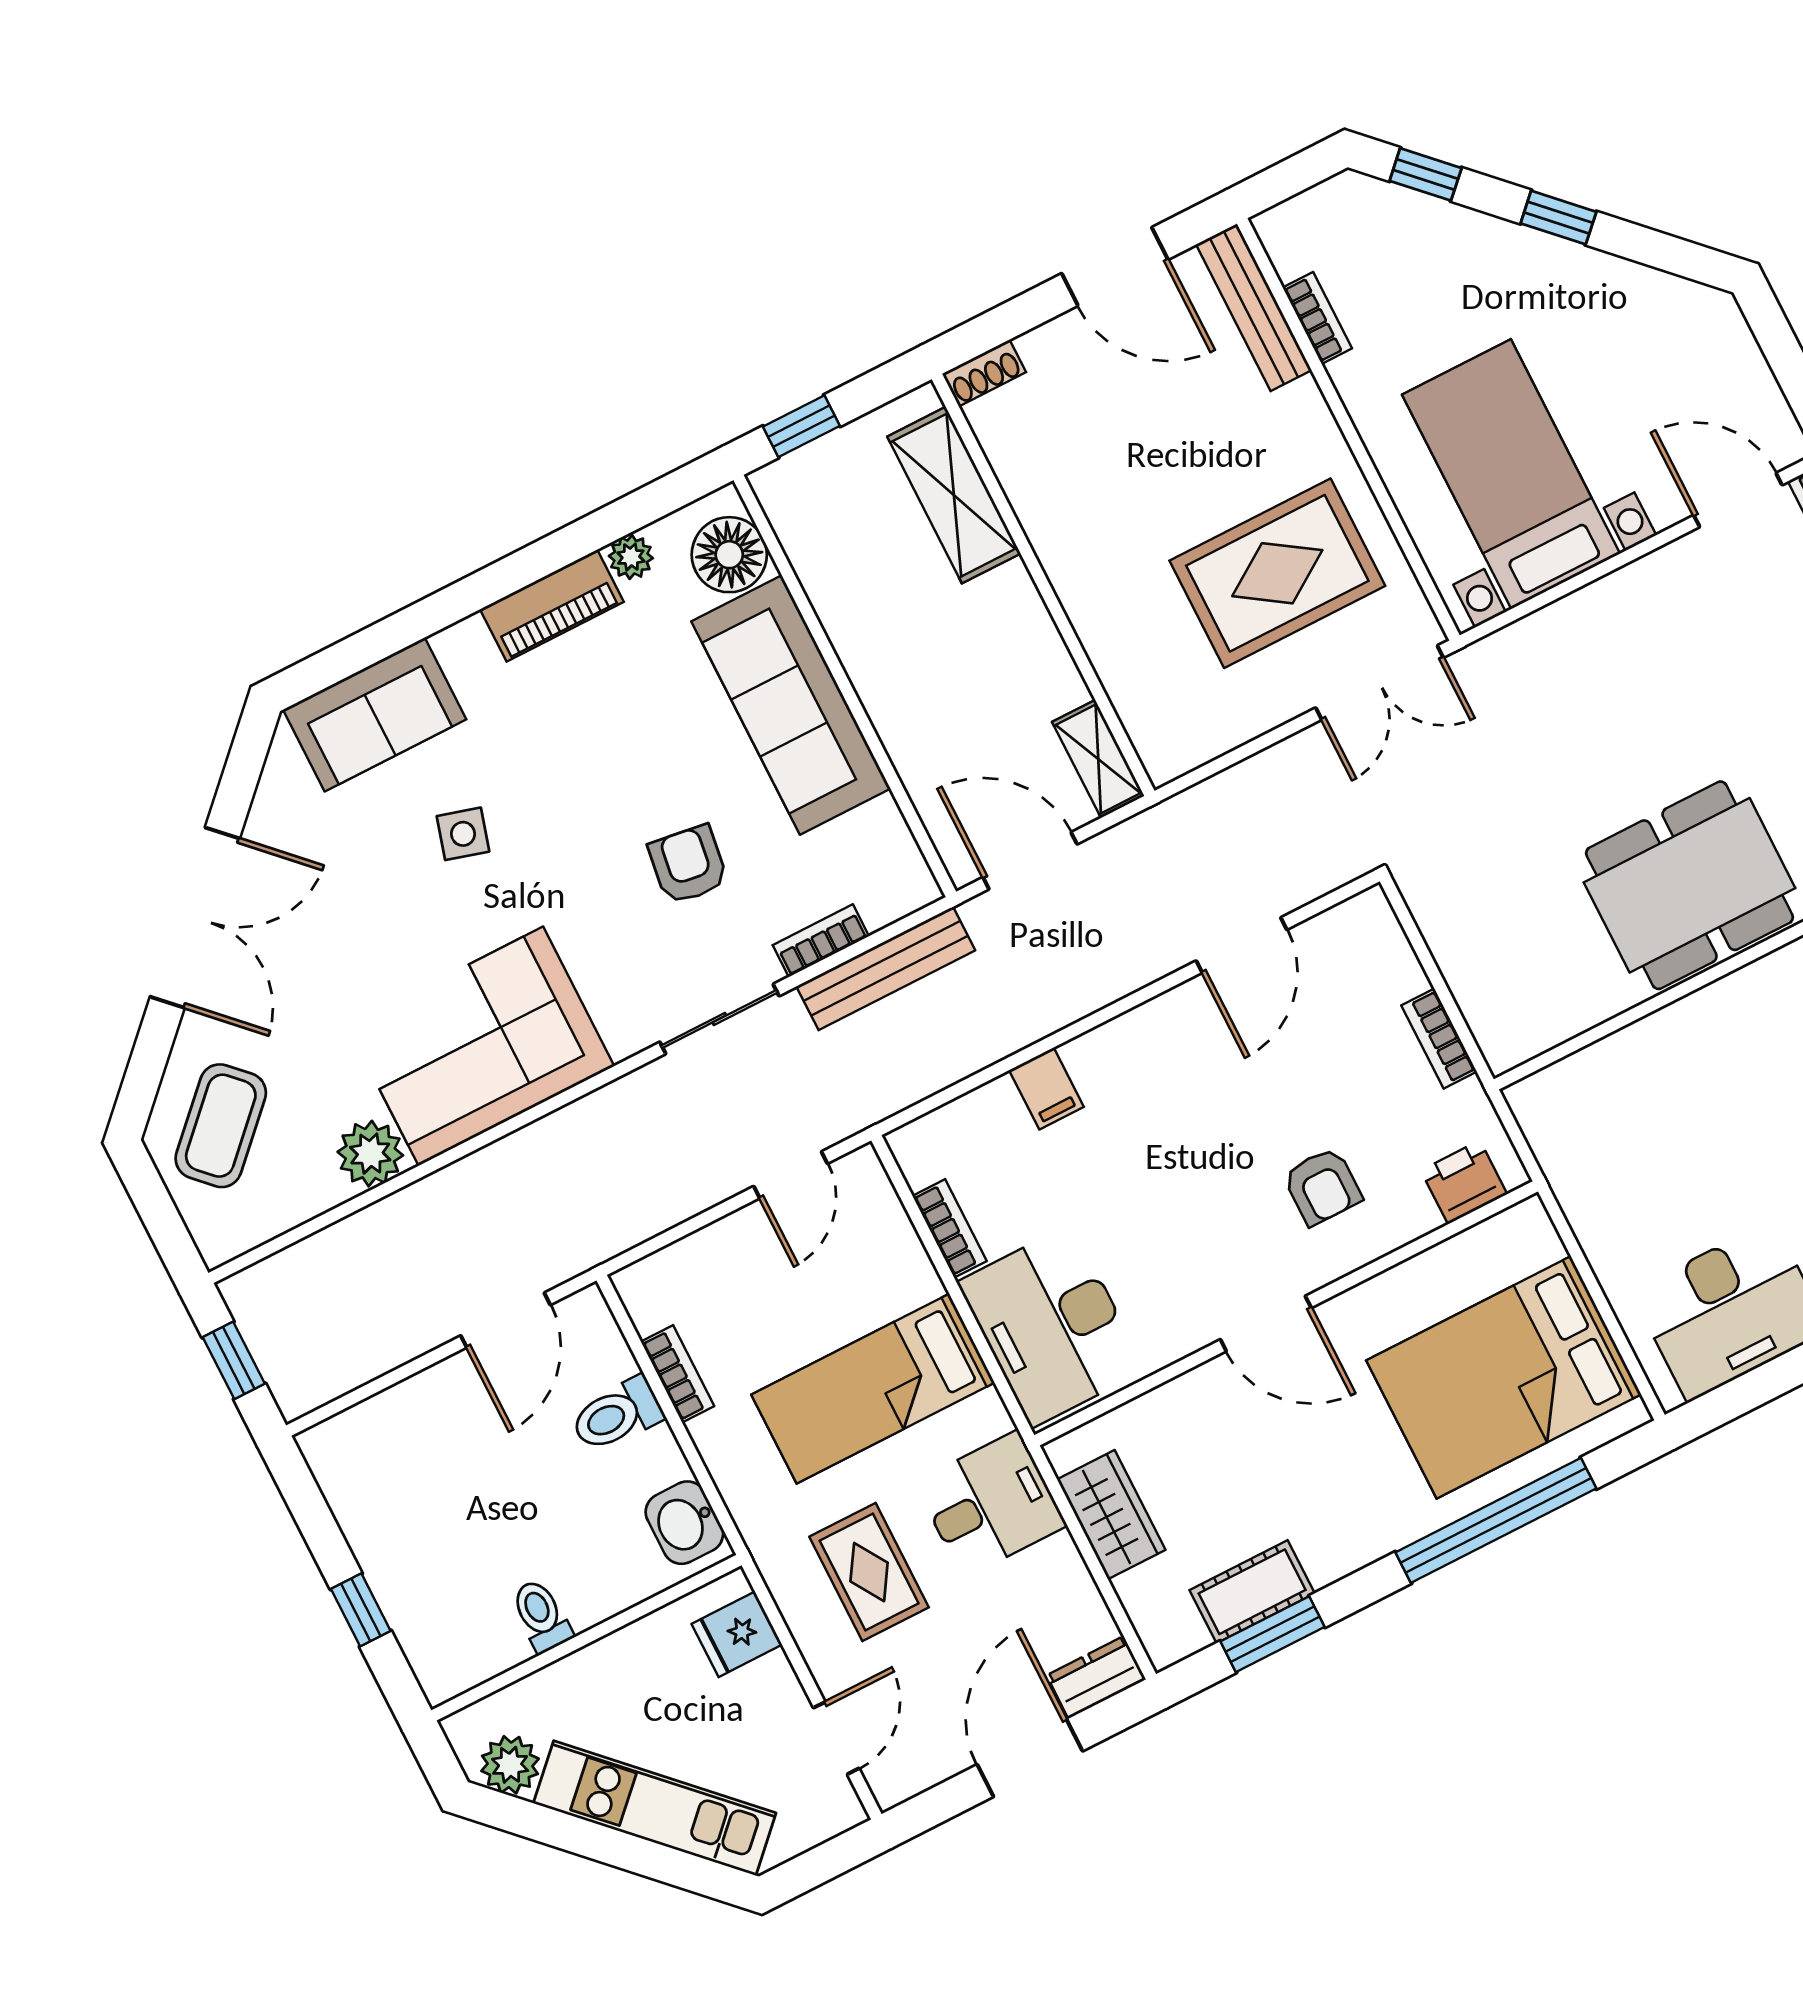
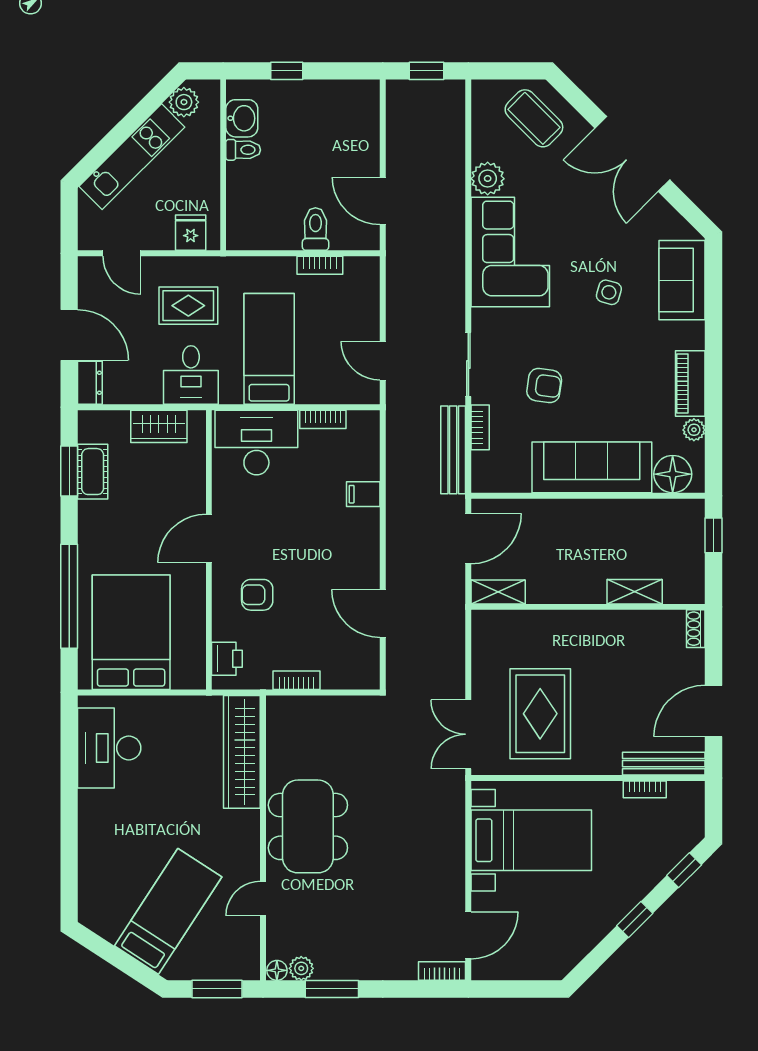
shelving: (954, 495) -> (635, 592), width x0.67, depth x0.75
wardrobe: (1617, 1071) -> (242, 752), added
washbasin: (684, 1523) -> (242, 118), moved, turned 90

